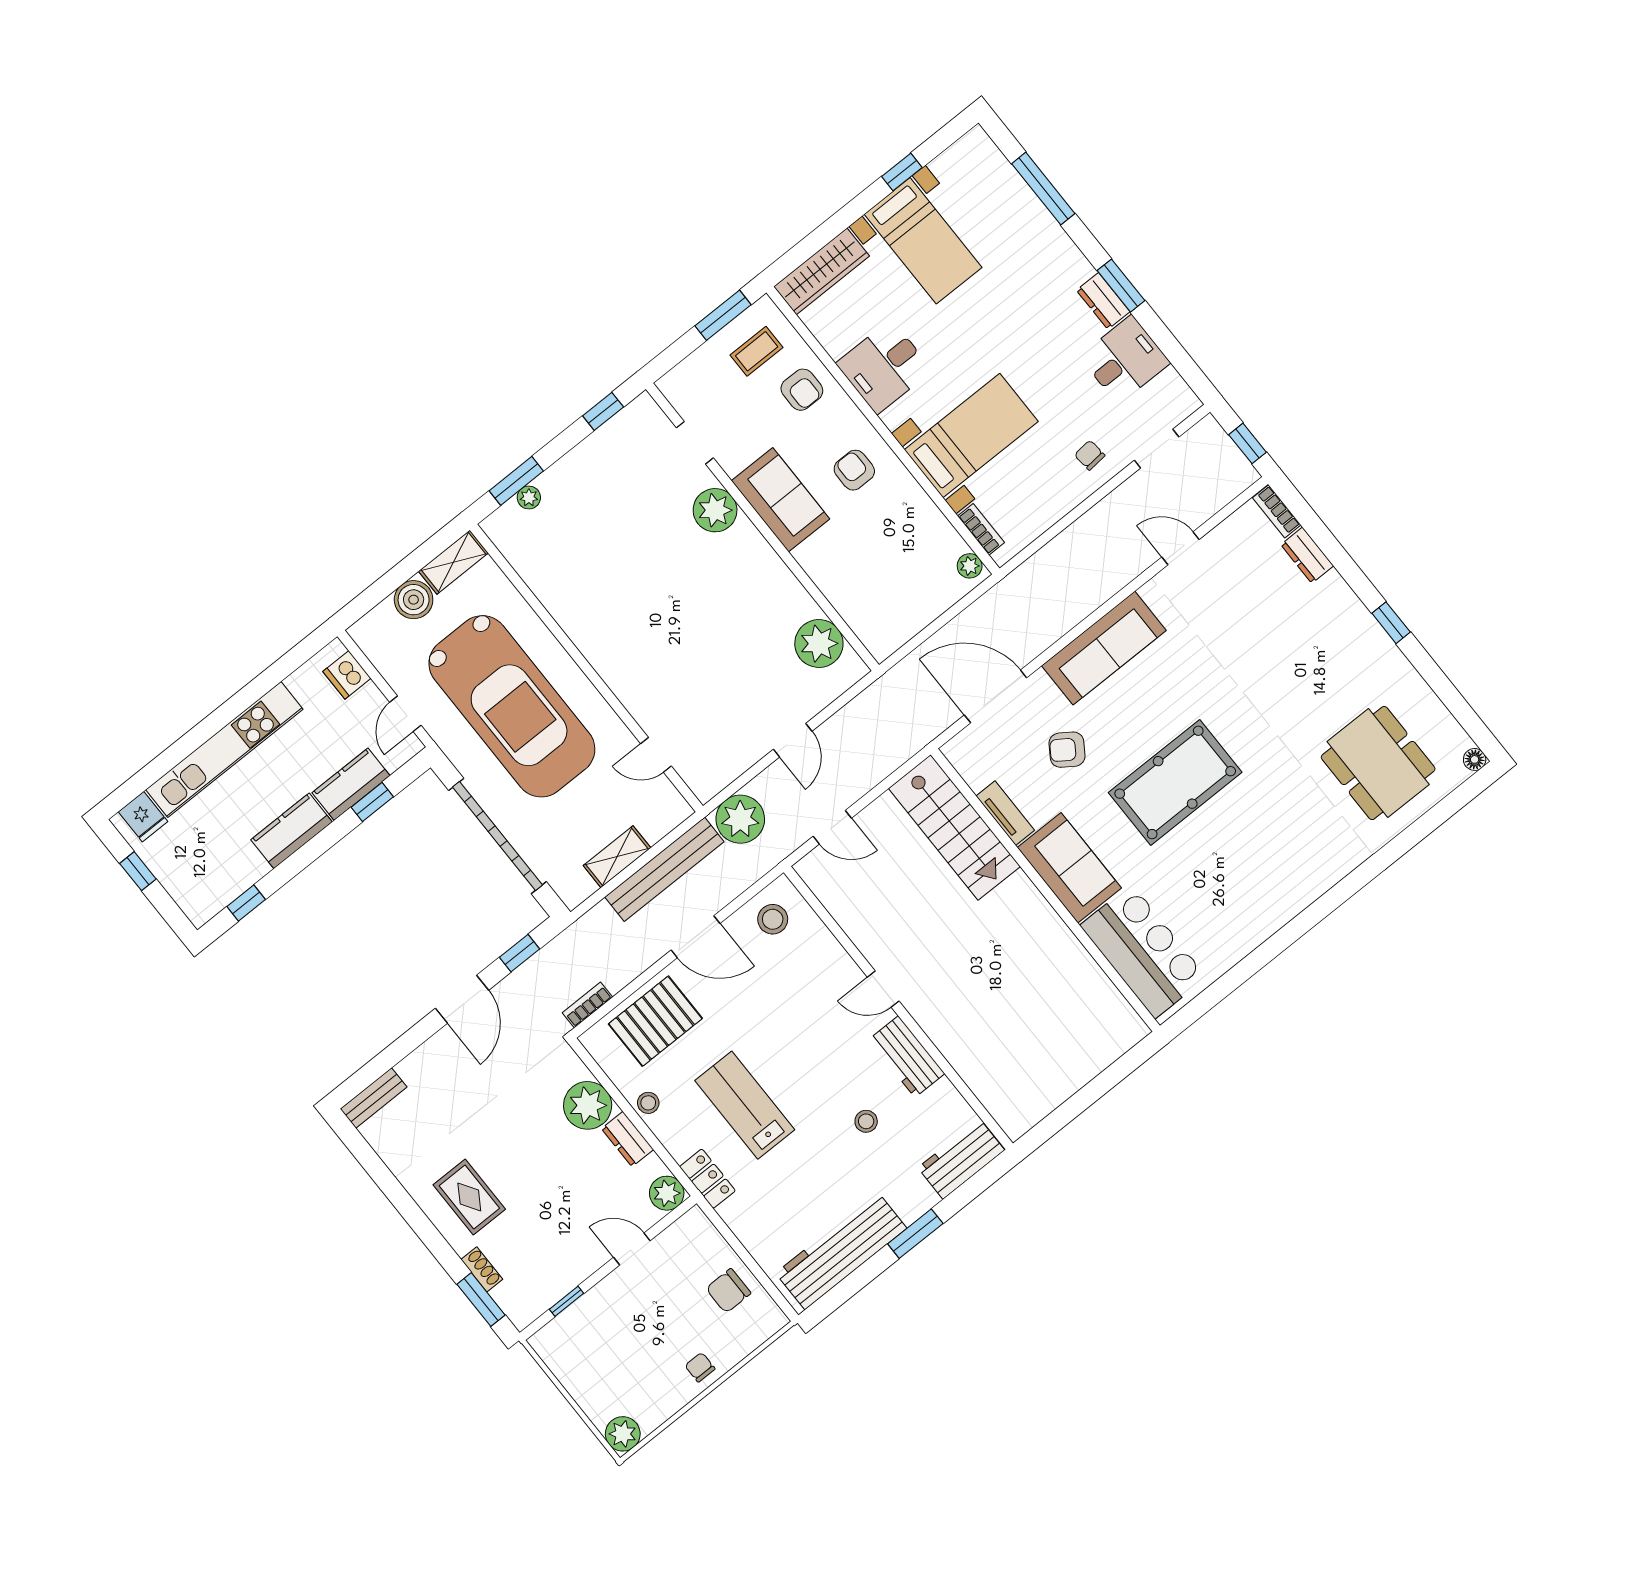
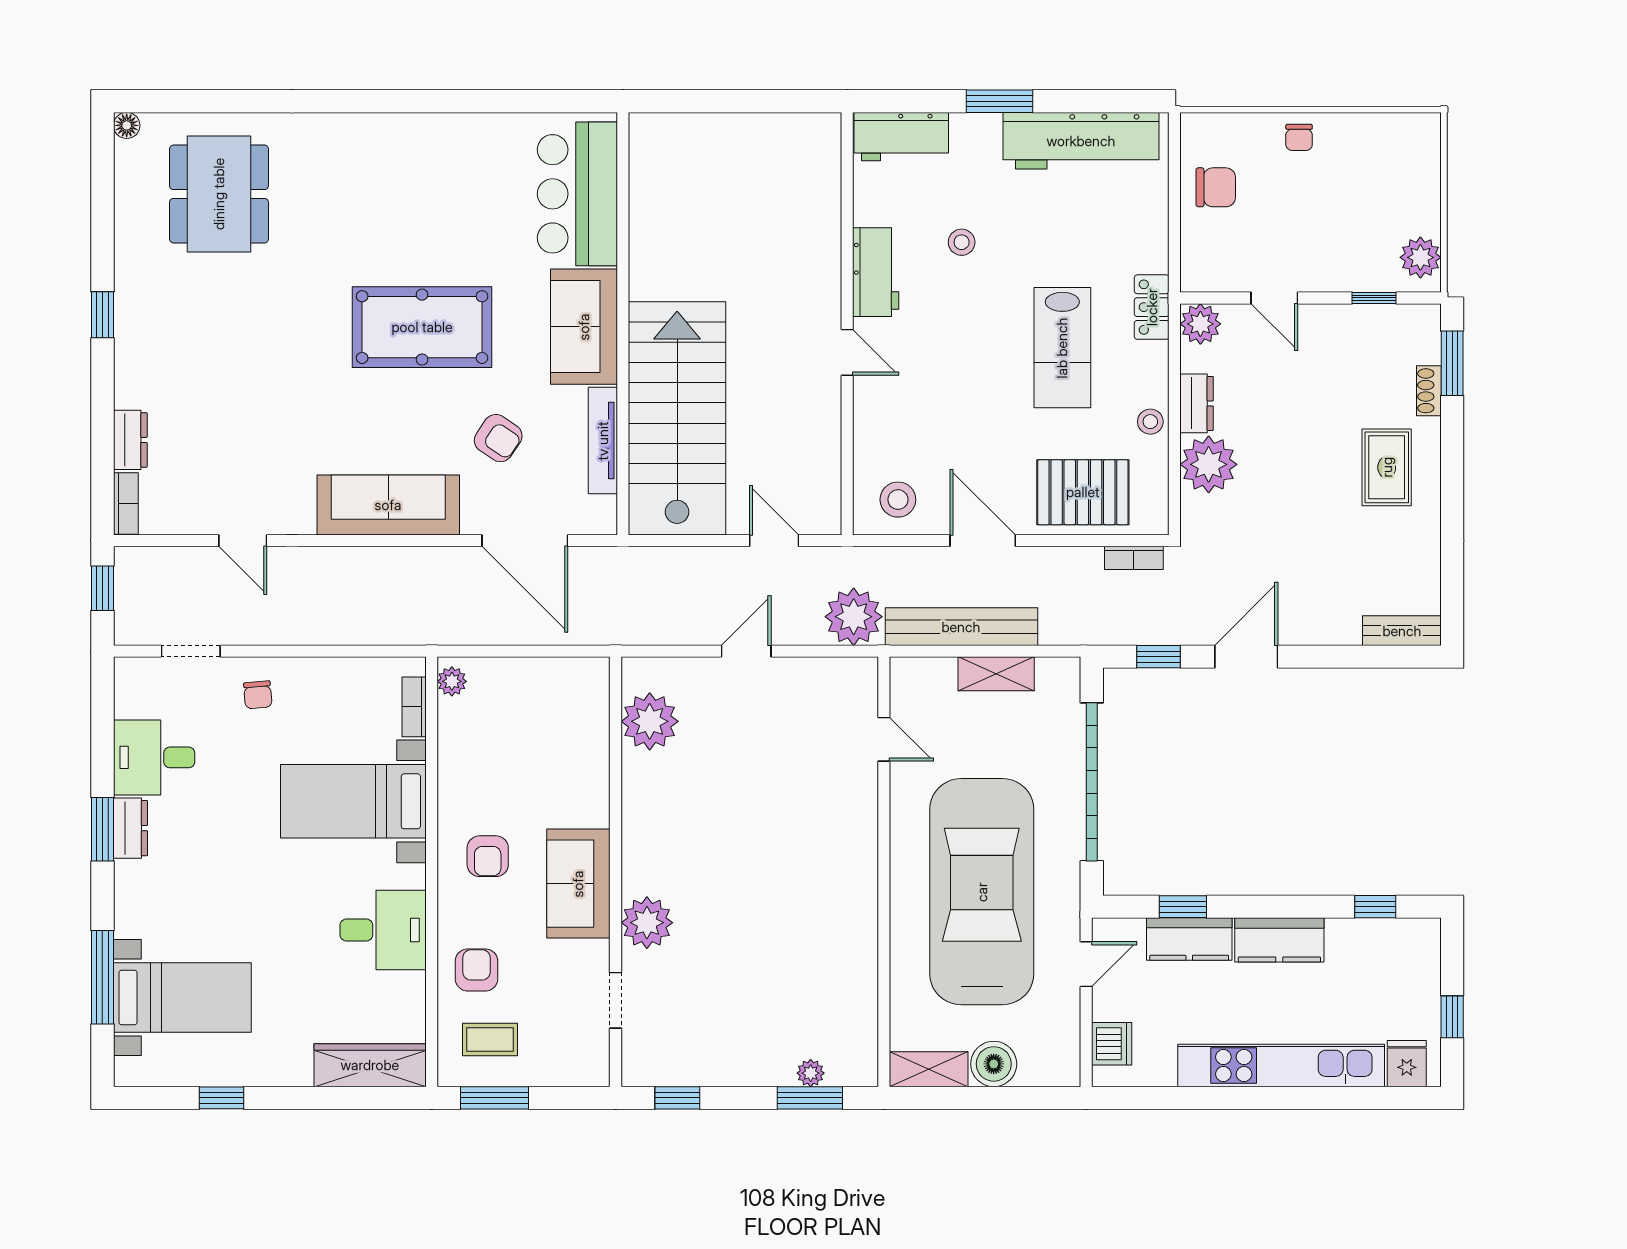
bed with nightstands: (923, 241) -> (182, 998), moved, turned 90
tv unit: (1005, 813) -> (603, 441), width x1.41
stairs: (954, 827) -> (677, 418), width x1.36, depth x1.51
plant: (623, 1434) -> (1420, 257), moved

